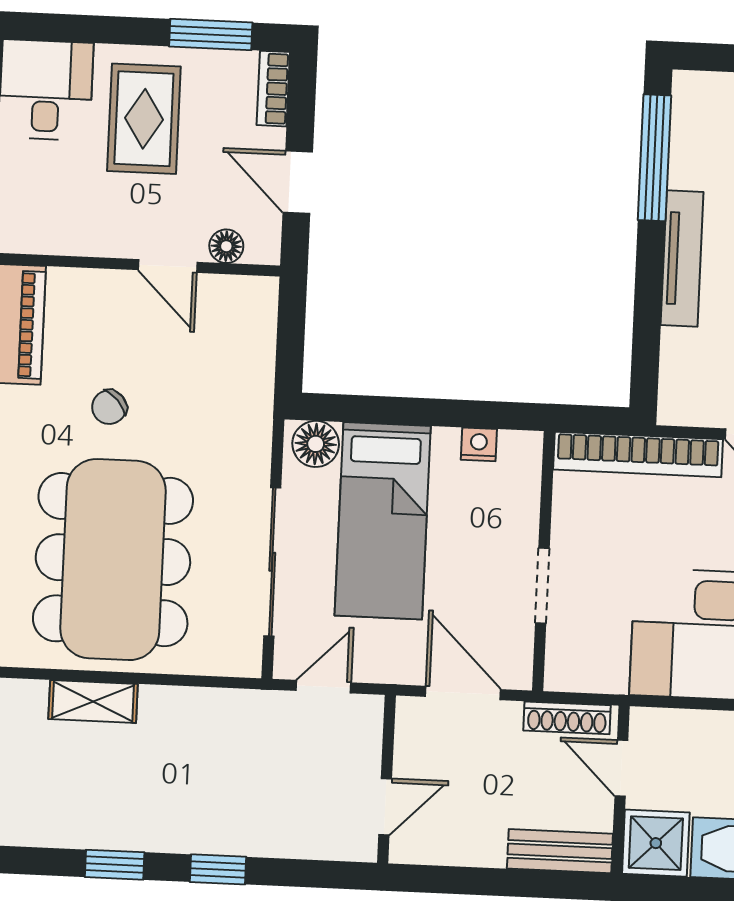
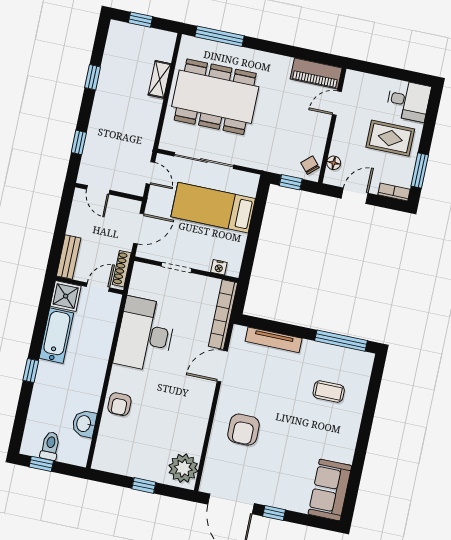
tv unit: (682, 258) -> (274, 340), moved
door: (168, 266) -> (337, 103), moved
window: (290, 343) -> (291, 182), added
chair: (109, 407) -> (310, 165), moved
floor lamp: (316, 444) -> (248, 186), removed
nightstand: (479, 444) -> (219, 267), moved, turned 90
window: (218, 869) -> (79, 142), moved

